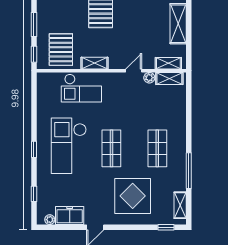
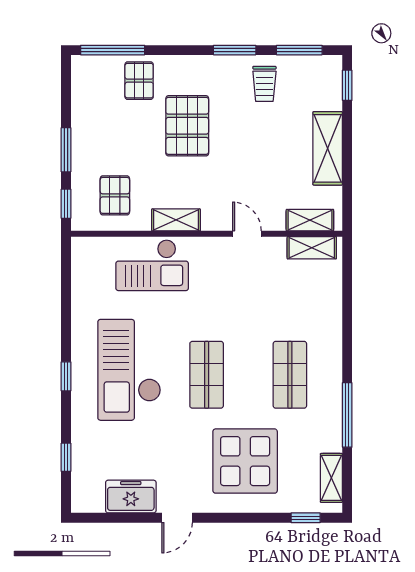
pallet: (61, 50) -> (115, 195), width x0.67, depth x0.71
door: (134, 71) -> (247, 234), hinge flipped
plant: (149, 78) -> (275, 246), removed
plant: (50, 220) -> (95, 504), removed

